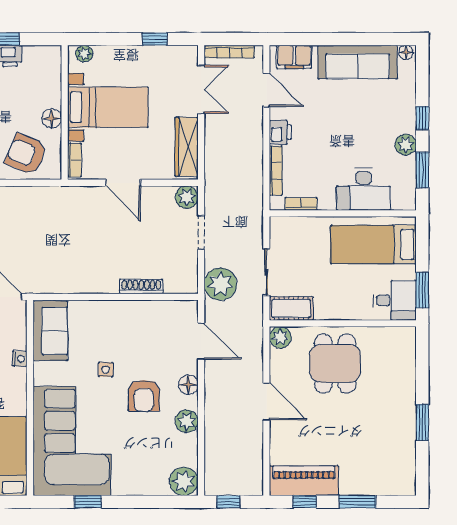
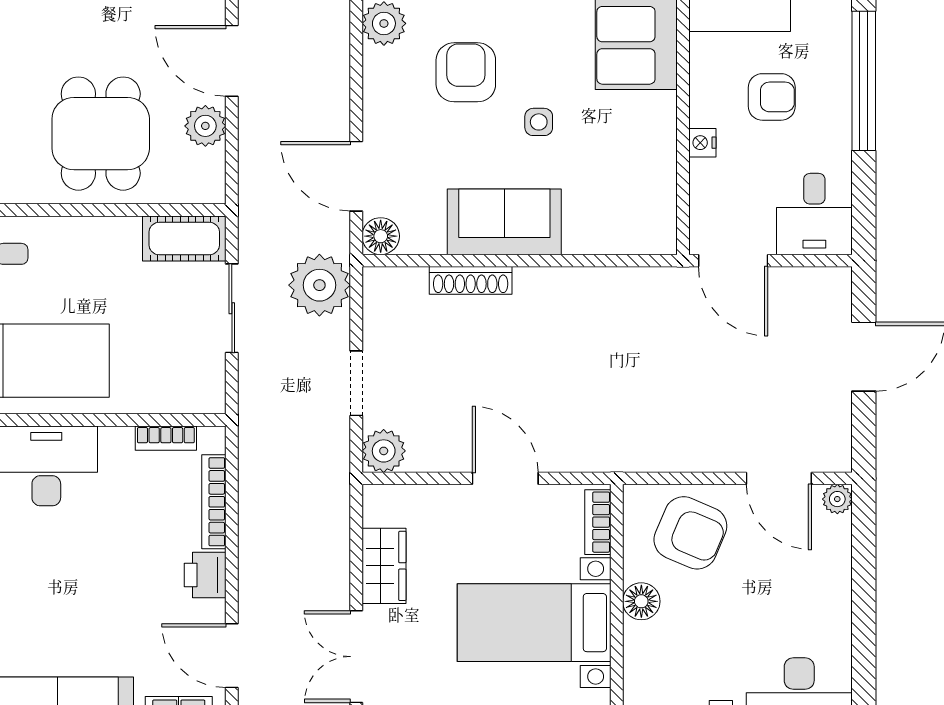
wardrobe: (187, 147) -> (384, 566), width x0.67
sofa: (50, 331) -> (504, 222), moved, turned 90
plant: (280, 337) -> (205, 126), moved
floor lamp: (188, 385) -> (381, 236), moved

